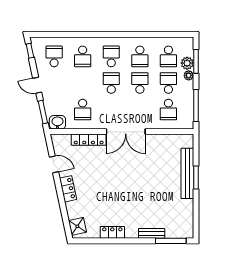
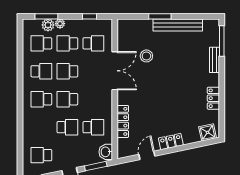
school desk: (83, 56) -> (67, 127), moved
school desk: (168, 56) -> (41, 43), turned 180
window: (196, 106) -> (89, 16), width x0.46
double door: (126, 132) -> (115, 71), moved
stool: (155, 164) -> (146, 56), added
bench: (187, 173) -> (178, 25), moved

